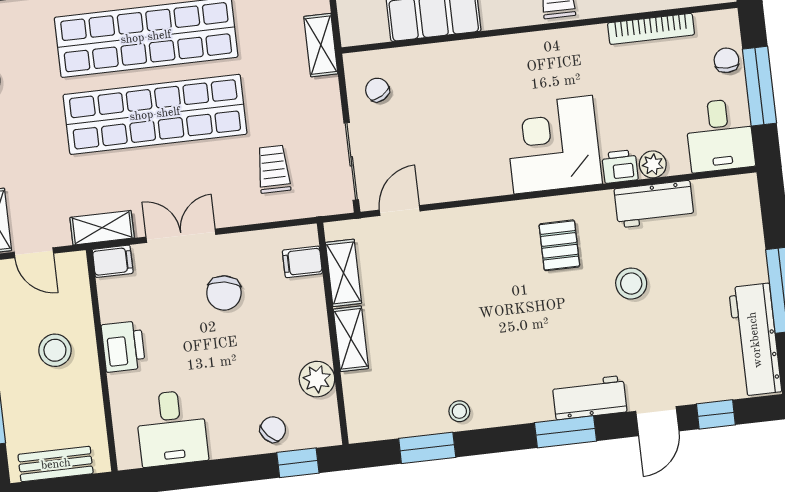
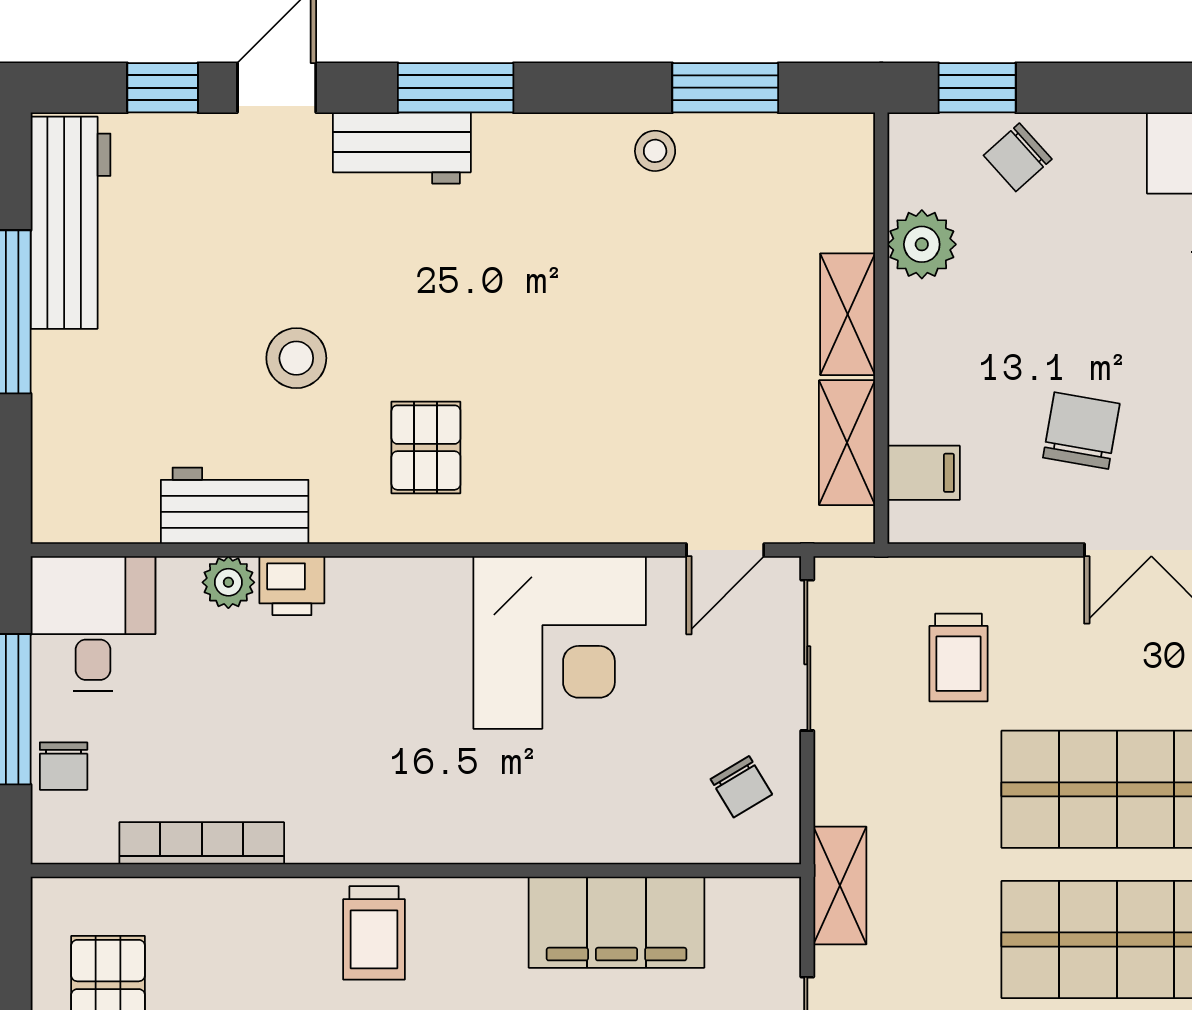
corner desk: (553, 145) -> (560, 642), moved

